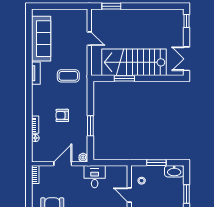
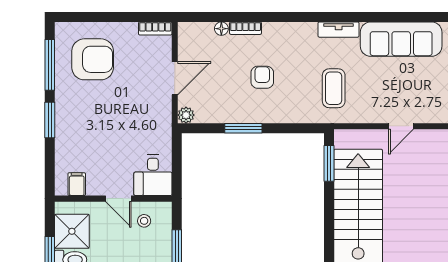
window: (124, 78) -> (329, 163), moved
door: (63, 164) -> (175, 78), hinge flipped
desk: (95, 177) -> (153, 175), moved, turned 90
door: (129, 195) -> (118, 199), swing flipped

